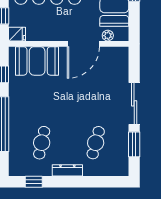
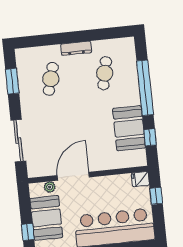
booth: (37, 61) -> (129, 128), moved, turned 90
sliding door: (134, 103) -> (18, 141), moved
window: (34, 182) -> (109, 33), removed

